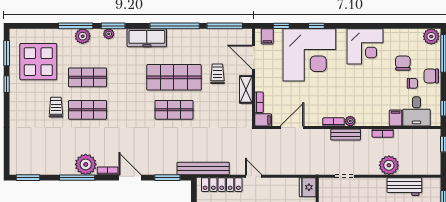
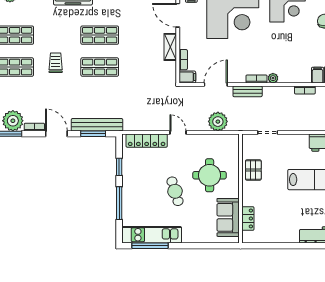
trolley: (217, 74) -> (56, 63), moved
shop shelf: (174, 77) -> (100, 35), width x0.70, depth x0.74
bench: (346, 135) -> (248, 91), moved
plant: (389, 165) -> (218, 122), moved
bench: (203, 169) -> (97, 125), moved
fridge: (308, 187) -> (231, 143), removed

